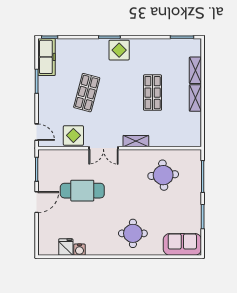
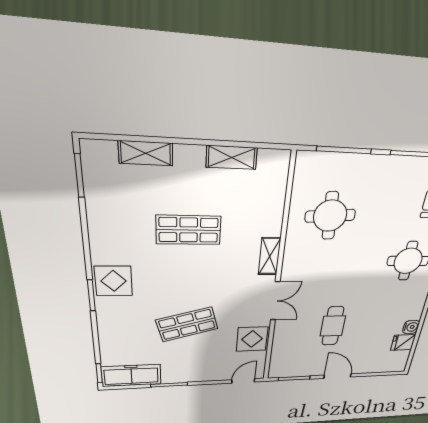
shop shelf: (87, 93) -> (187, 324), turned -30
shelving: (195, 98) -> (232, 157), moved
cafe table: (82, 191) -> (333, 326), width x0.73, depth x0.74

